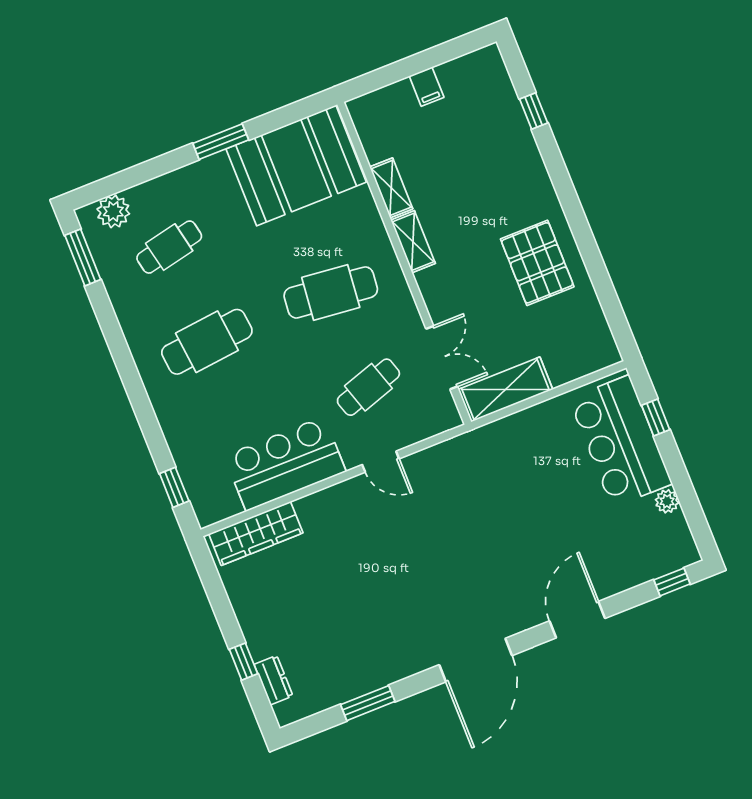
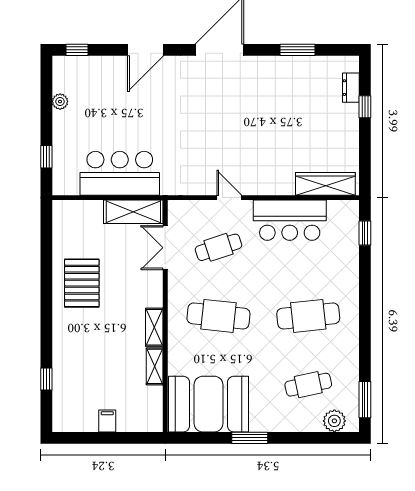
bar counter: (621, 441) -> (120, 173), moved, turned -90

